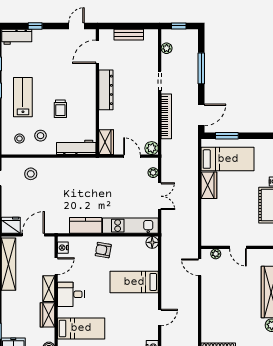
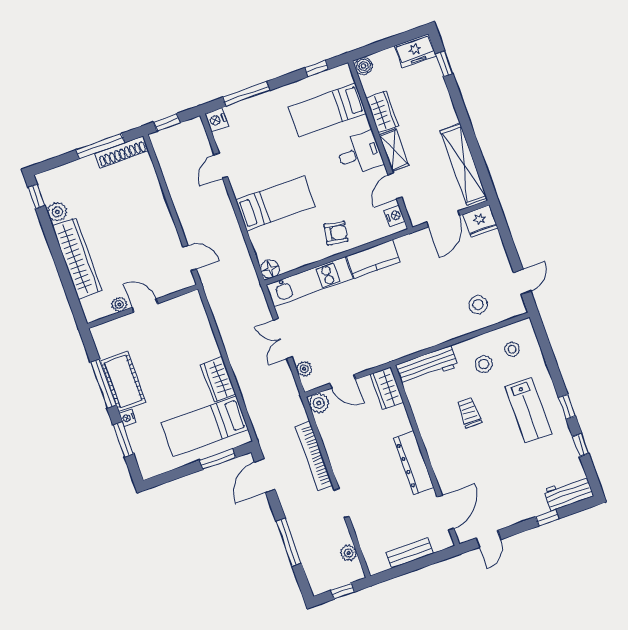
plant: (216, 254) -> (119, 304), moved

